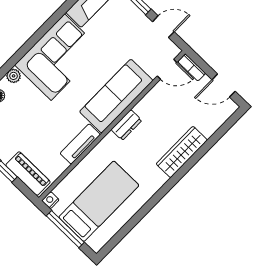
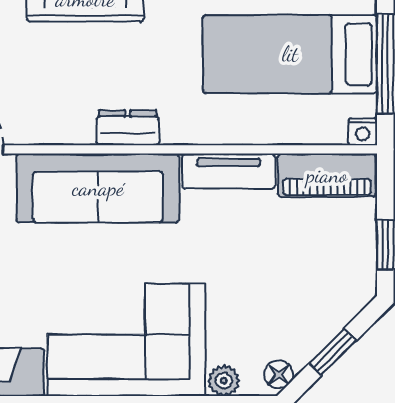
piano: (28, 174) -> (327, 175), moved, turned -90

